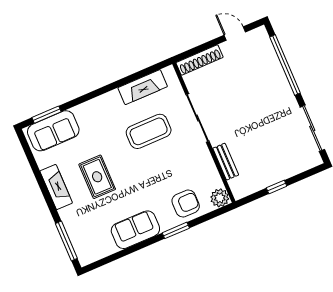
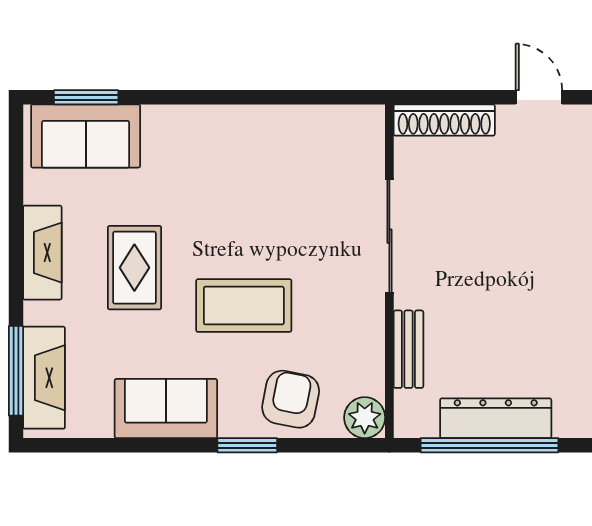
fireplace: (143, 87) -> (44, 378), moved, turned -90
coffee table: (149, 131) -> (244, 306), moved
dresser: (274, 175) -> (496, 418), added
window: (277, 187) -> (489, 445), width x3.17
armchair: (186, 204) -> (291, 399), turned -79

